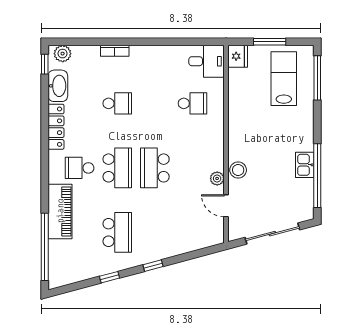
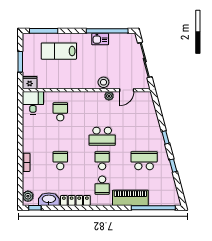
lab bench: (284, 79) -> (59, 51), moved
school desk: (117, 168) -> (102, 161), width x0.54

